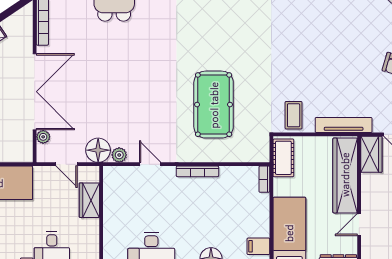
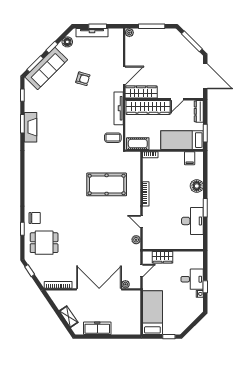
floor lamp: (98, 150) -> (133, 252), removed
wardrobe: (371, 154) -> (141, 92), width x1.50
door: (150, 164) -> (142, 222), hinge flipped
door: (359, 224) -> (177, 99), hinge flipped

